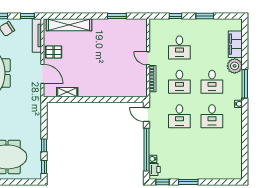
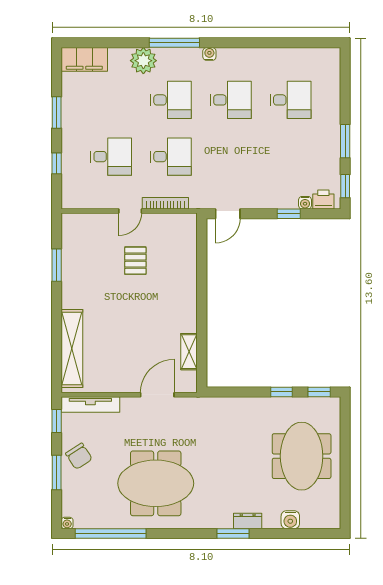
filing cabinet: (235, 44) -> (84, 59), moved
pallet: (54, 52) -> (135, 261), moved
desk: (179, 116) -> (291, 100), moved
window: (147, 150) -> (289, 214), width x0.32

